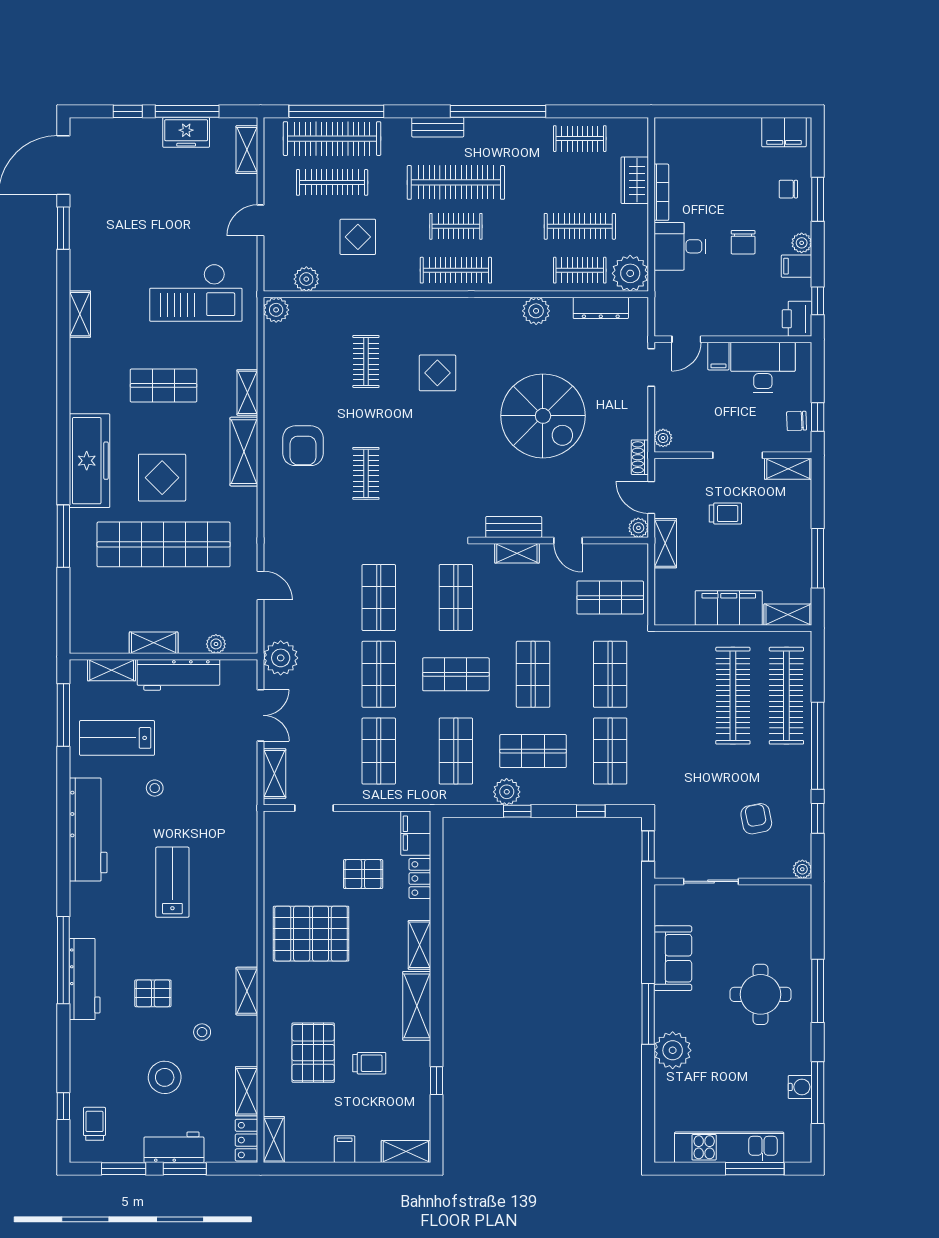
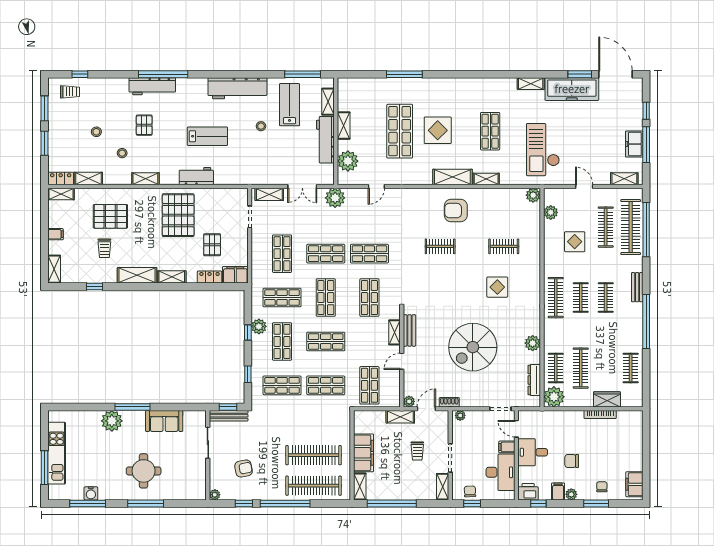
clothes rail: (456, 182) -> (606, 298), width x0.54, depth x0.76
desk: (680, 246) -> (533, 452), moved, turned -90
freezer: (89, 461) -> (572, 89), moved
shop shelf: (164, 544) -> (400, 131), width x0.71
window: (818, 558) -> (392, 503), width x1.46
shop shelf: (456, 598) -> (369, 298), turned 90
plant: (216, 644) -> (348, 161), width x1.87, depth x1.87
shop shelf: (379, 751) -> (282, 254), turned 90
bench: (664, 845) -> (229, 416), added
stool: (165, 1077) -> (96, 132), width x0.53, depth x0.53
workbench: (174, 1147) -> (196, 176), moved, turned -90

